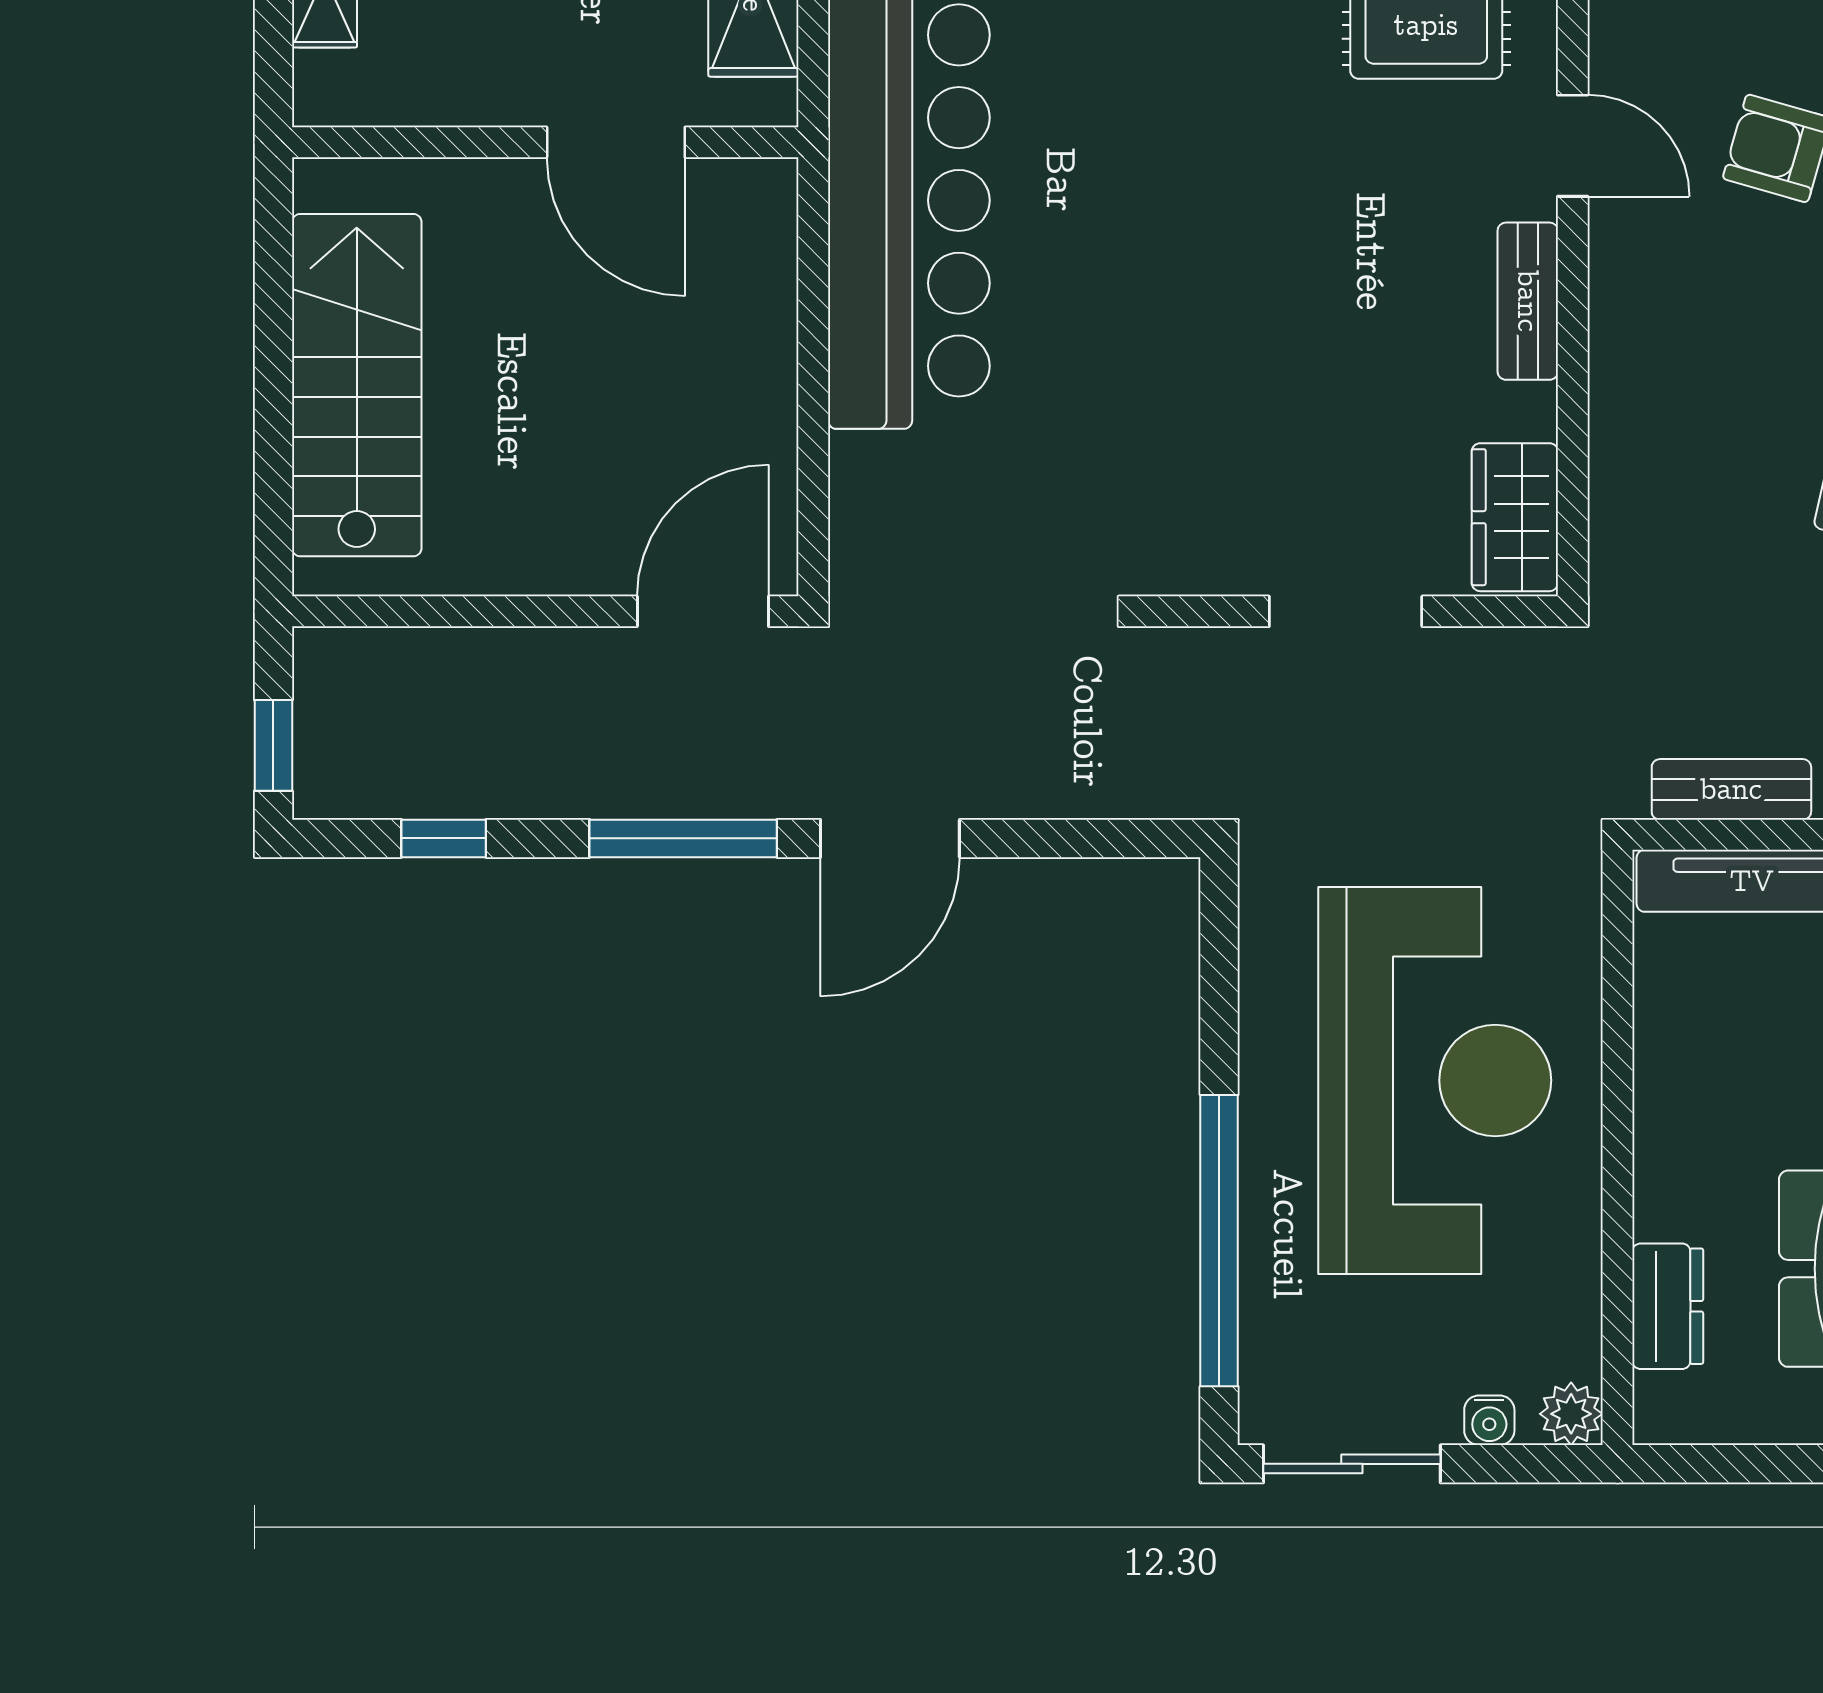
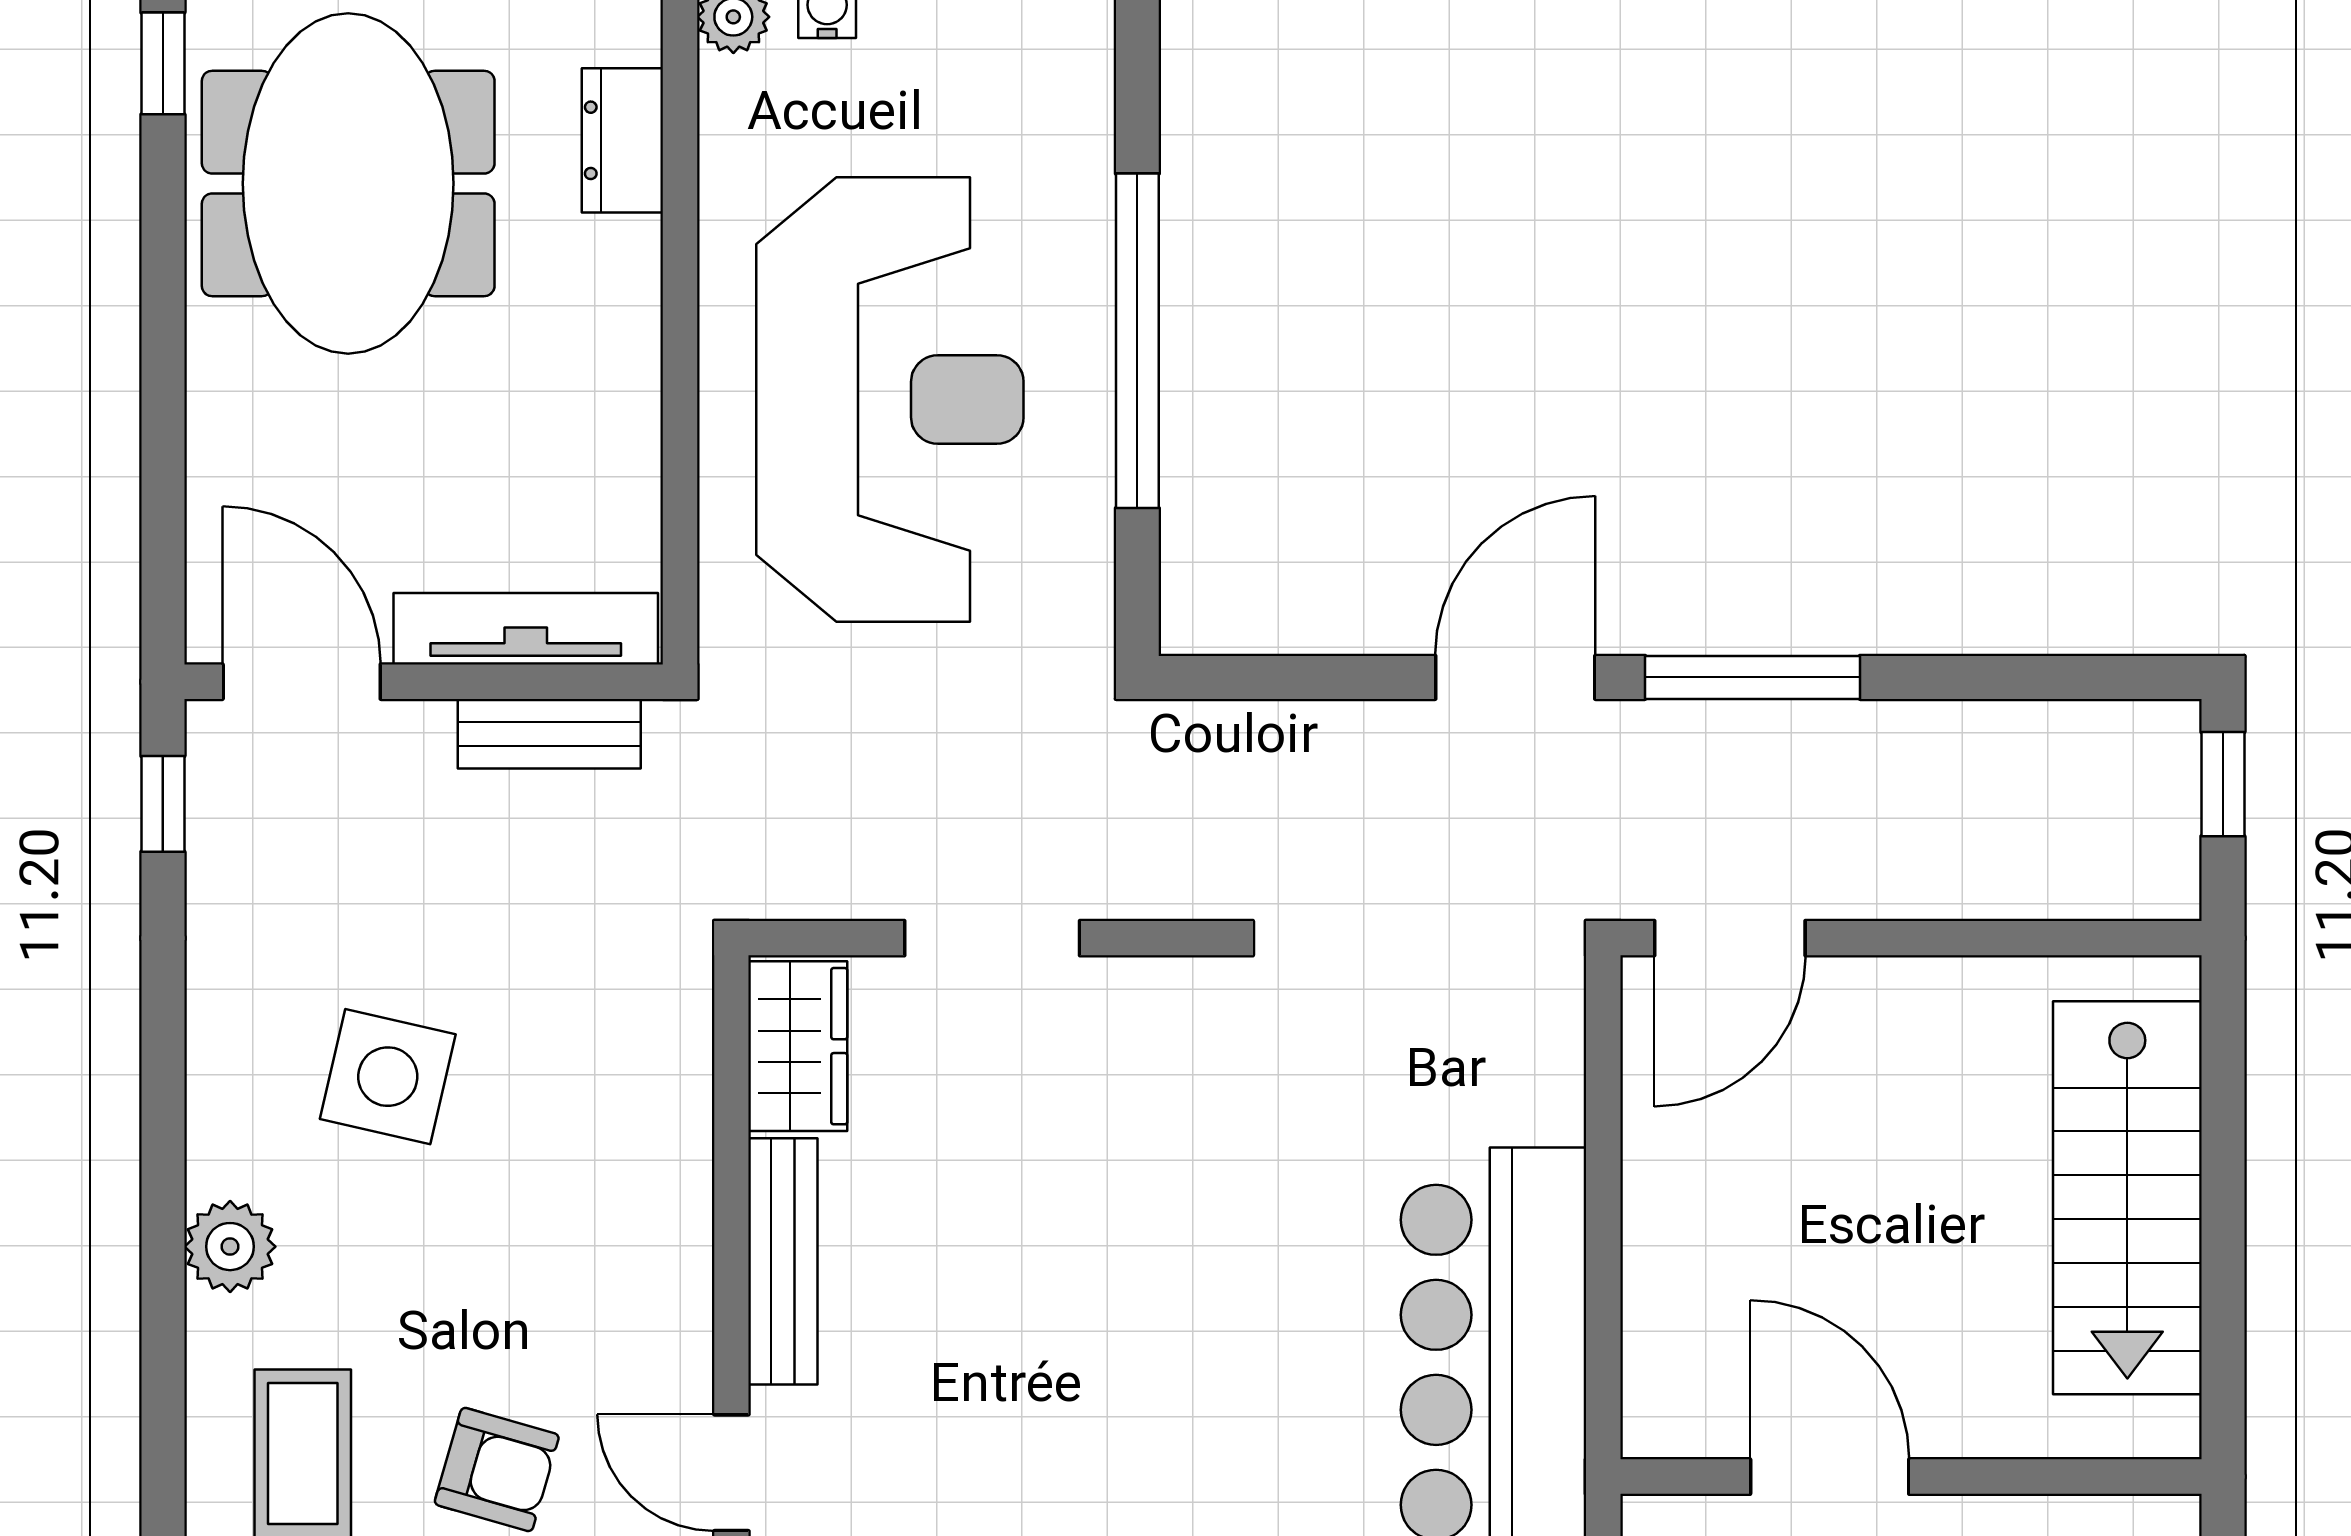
bench: (1528, 301) -> (783, 1261), width x1.36
window: (444, 838) -> (2028, 677), removed
reception desk: (1435, 1080) -> (890, 400), turned 180
window: (1219, 1241) -> (1137, 341), moved

